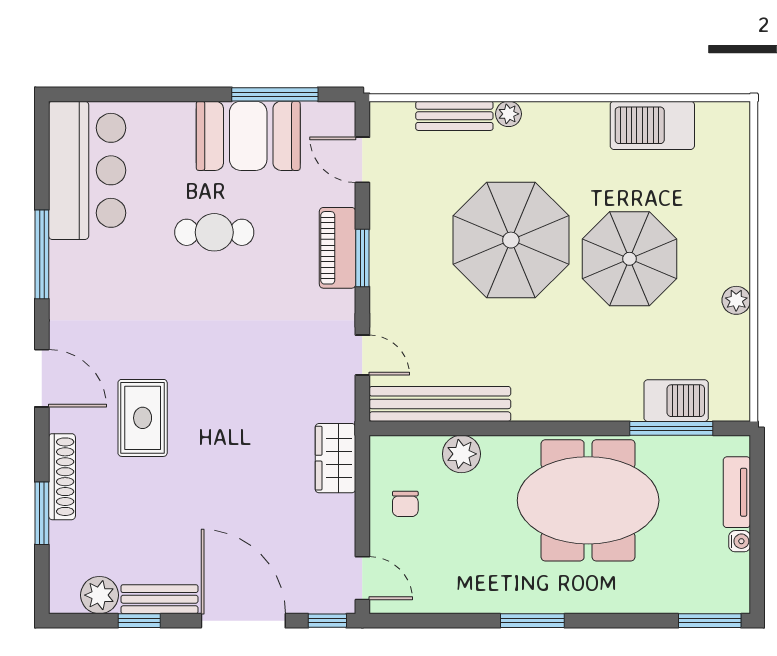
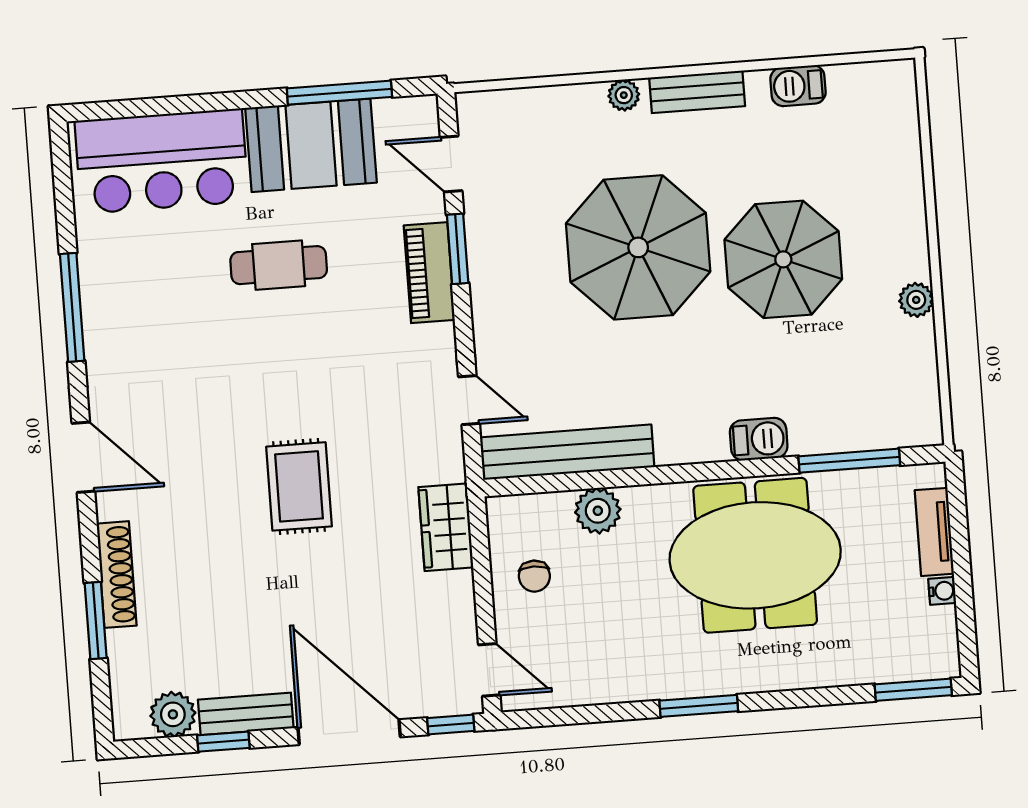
bench: (454, 116) -> (697, 92), moved
barbecue: (652, 125) -> (798, 86), width x0.53, depth x0.65
bar counter: (87, 170) -> (162, 161), moved, turned 90
window: (362, 258) -> (458, 249), moved
barbecue: (676, 401) -> (759, 439), moved, width x0.73, depth x0.79
rug: (143, 418) -> (299, 486), moved

